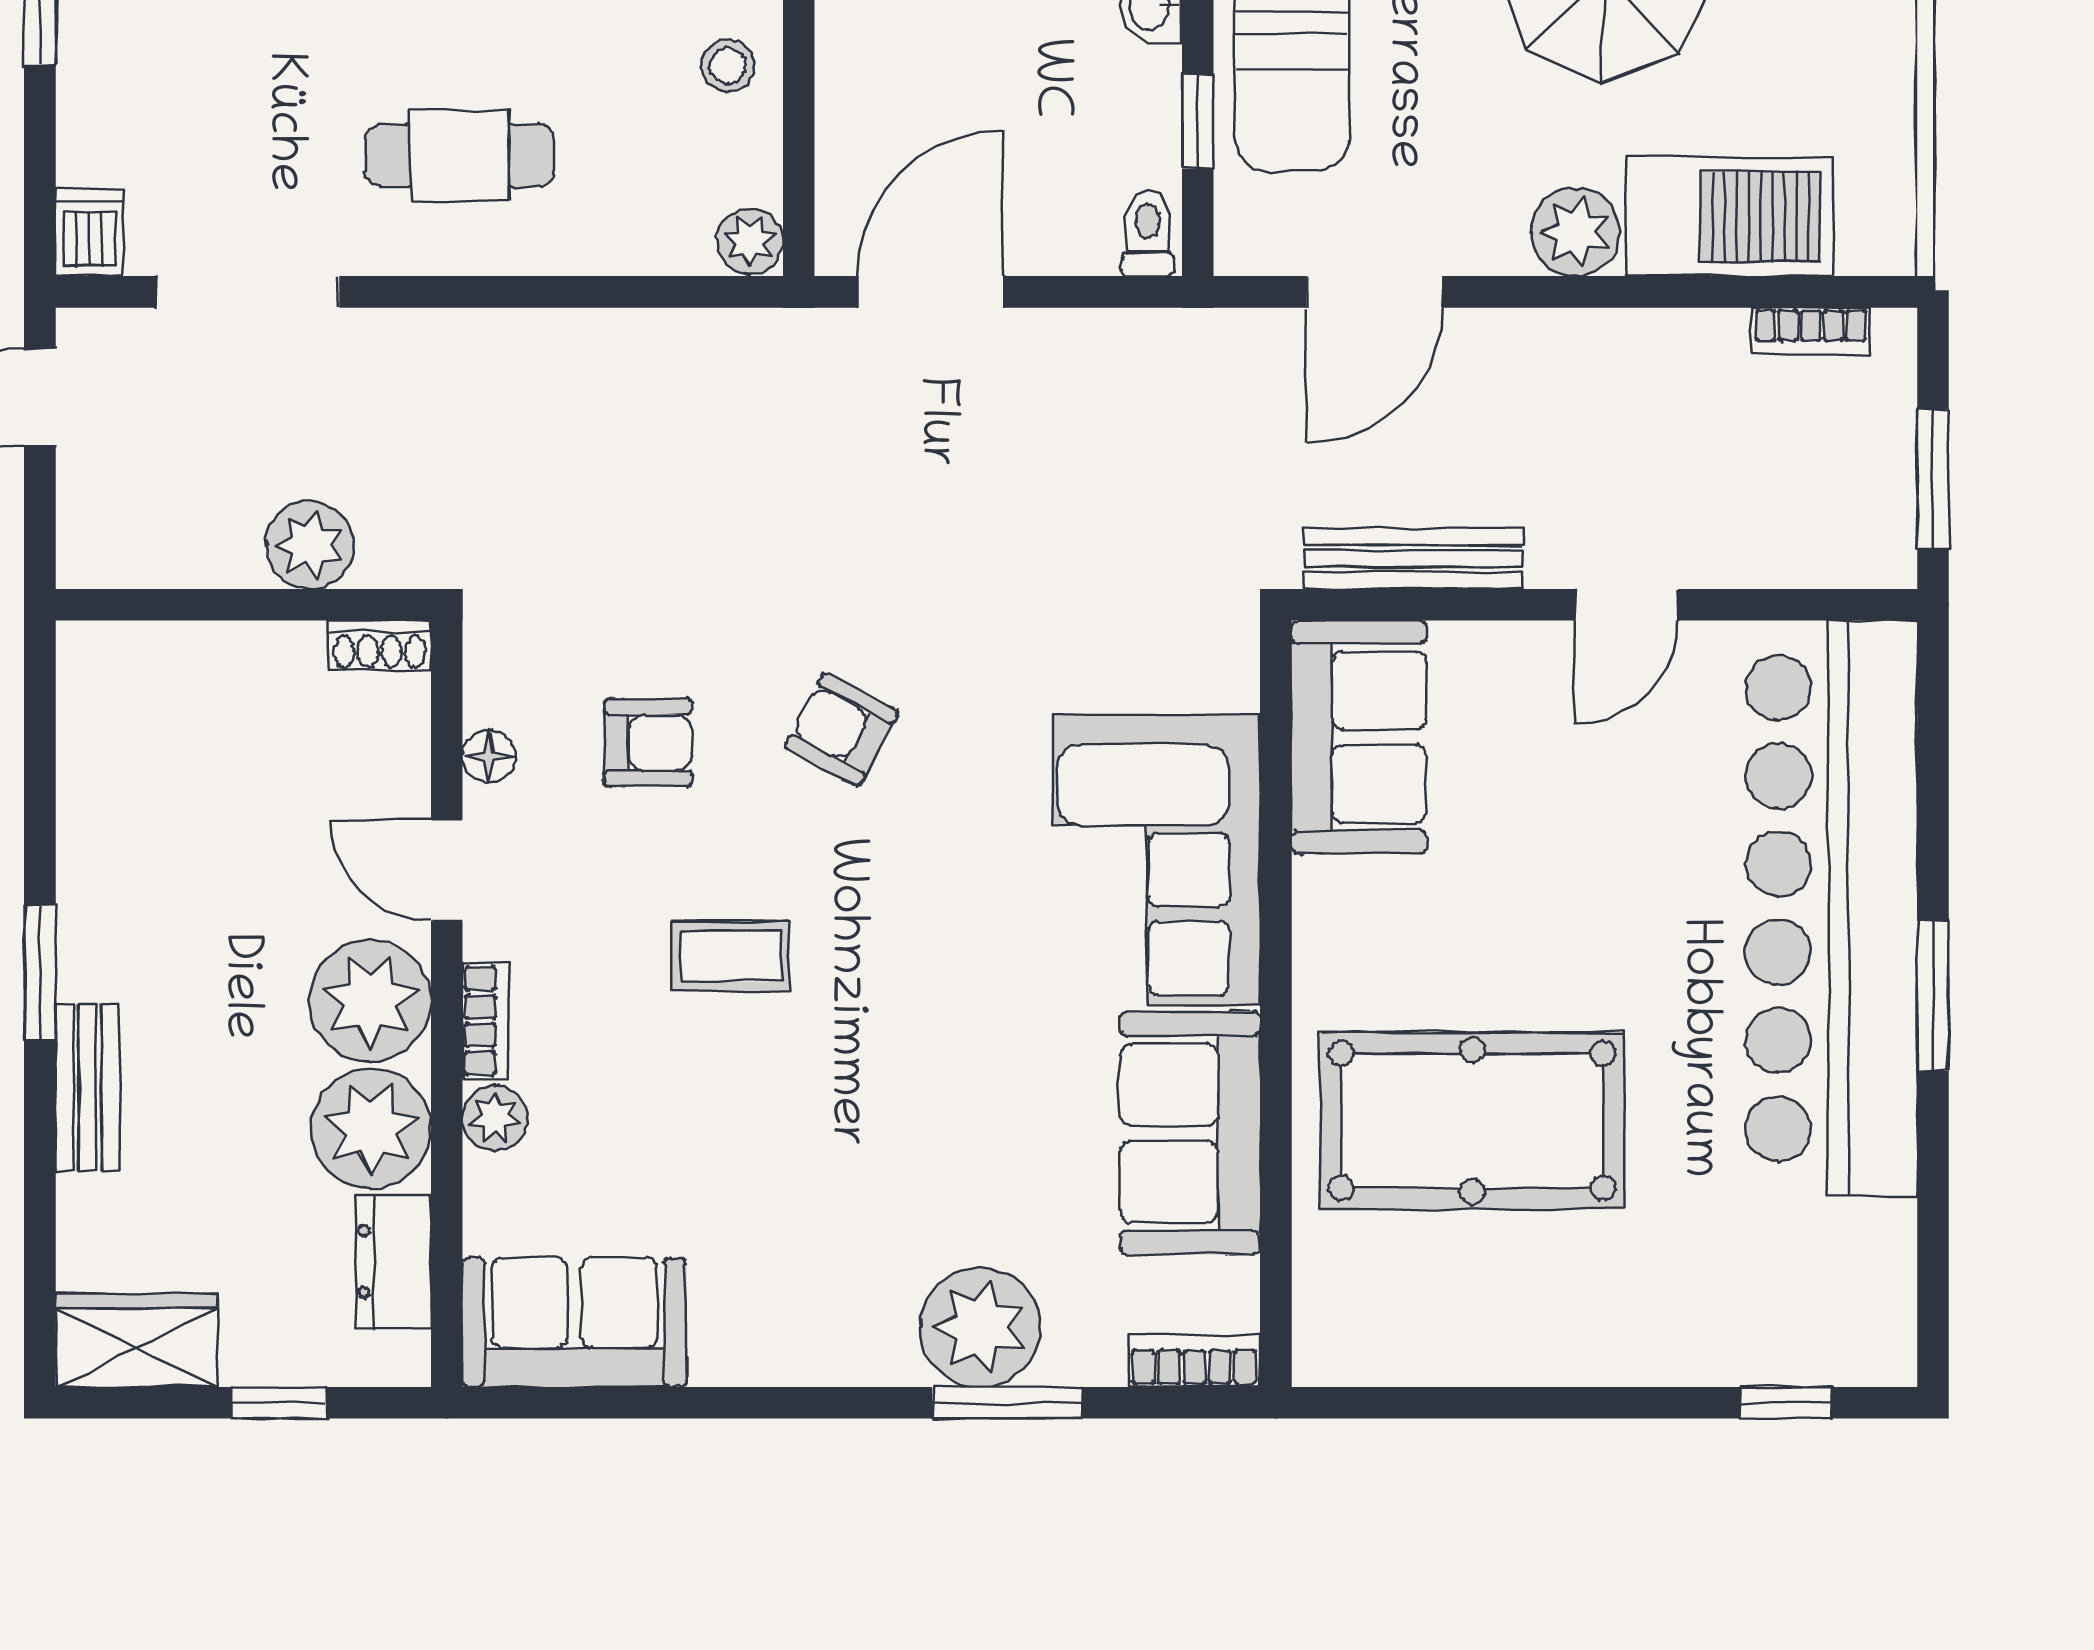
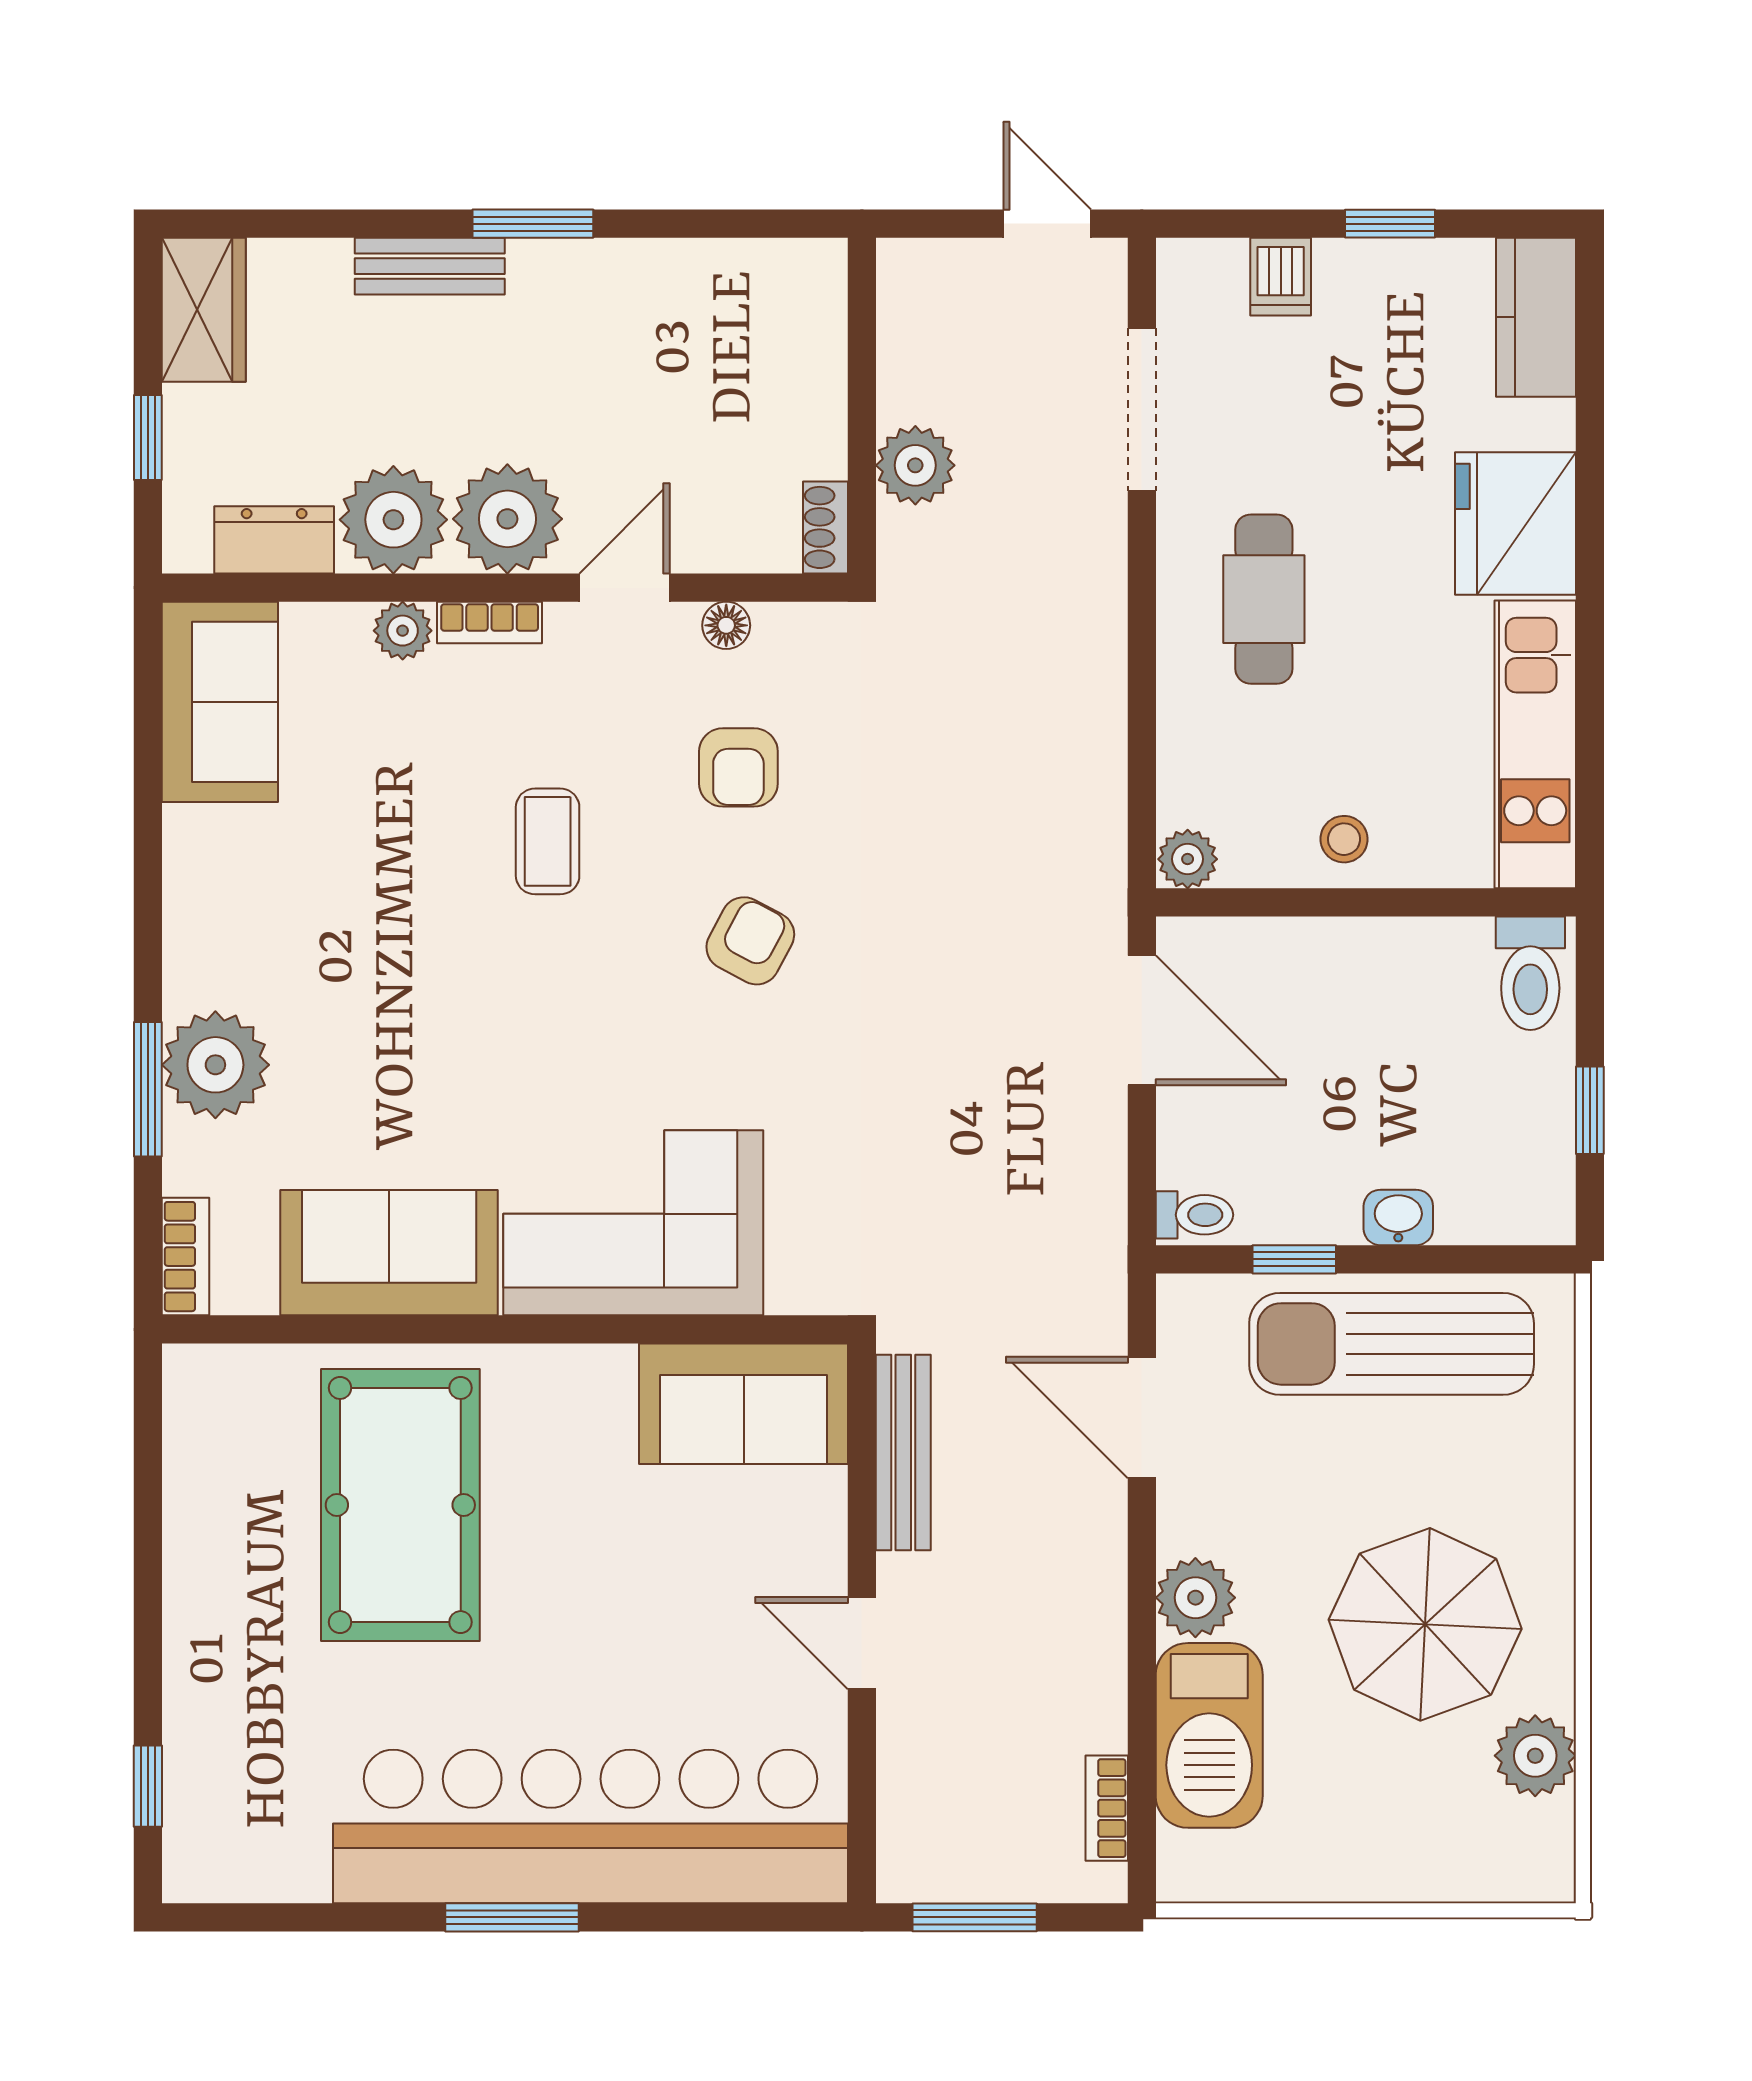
dishwasher: (89, 233) -> (1281, 277), moved, turned 90

